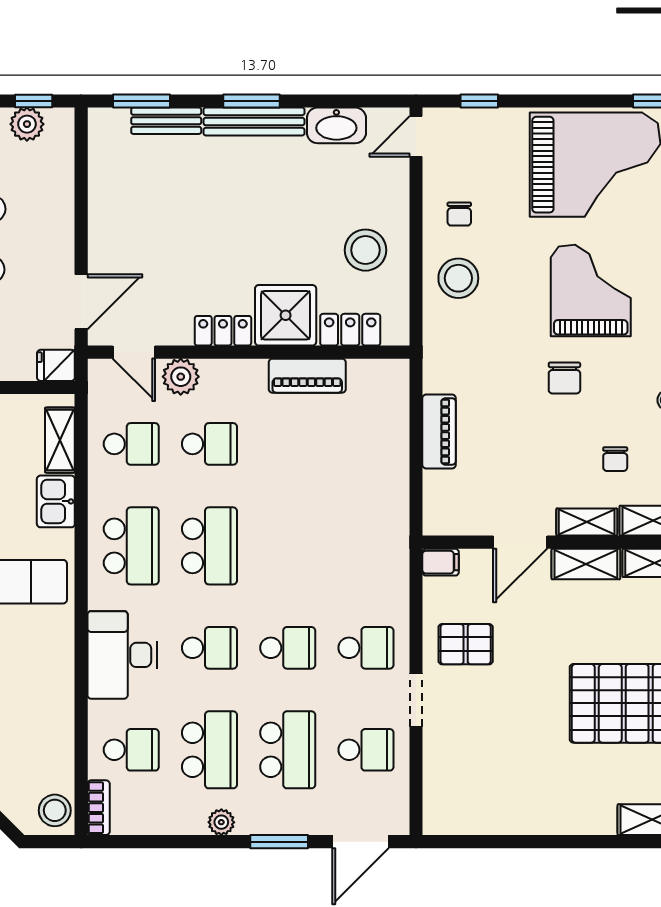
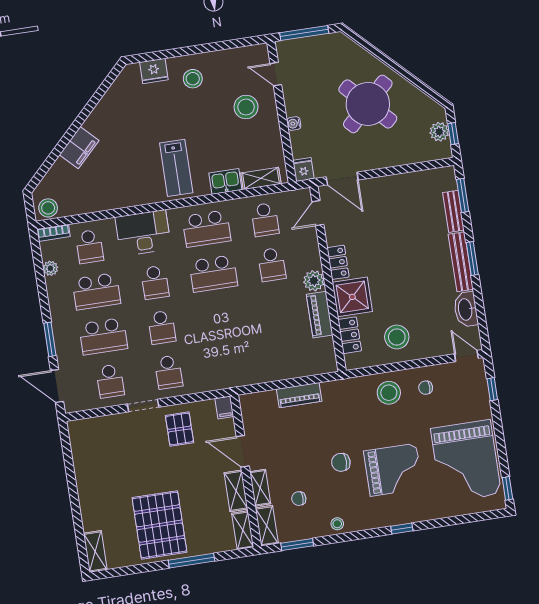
plant: (181, 377) -> (314, 281), moved
plant: (221, 822) -> (50, 268), moved

